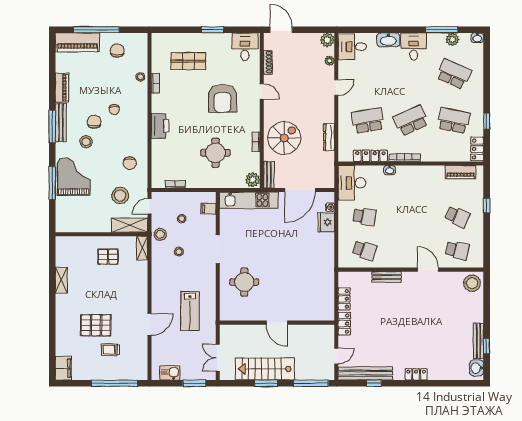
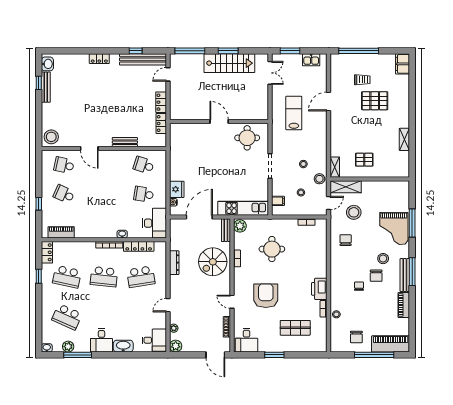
school desk: (411, 121) -> (104, 277), turned 30
printer: (160, 126) -> (319, 289), moved
door: (277, 323) -> (219, 121), moved
wall: (277, 323) -> (219, 121), moved

